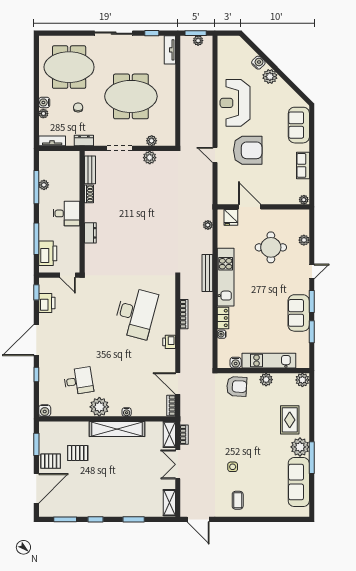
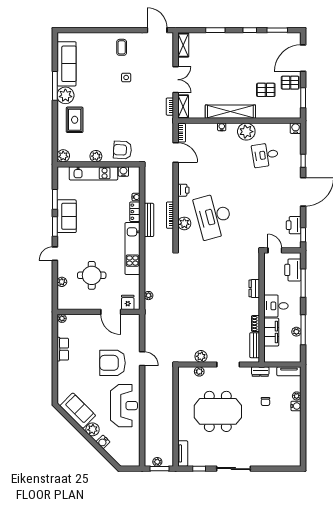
meeting table: (69, 67) -> (274, 438), removed
sofa: (299, 125) -> (78, 411), moved, turned -45
filing cabinet: (72, 184) -> (271, 332), added
bench: (207, 273) -> (149, 220), moved
plant: (168, 305) -> (184, 223), added
desk: (136, 313) -> (214, 216), turned -30

